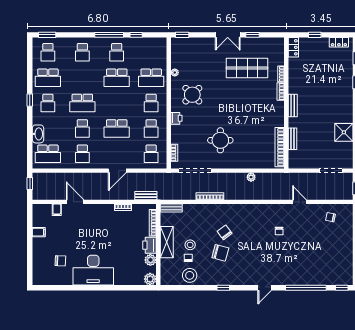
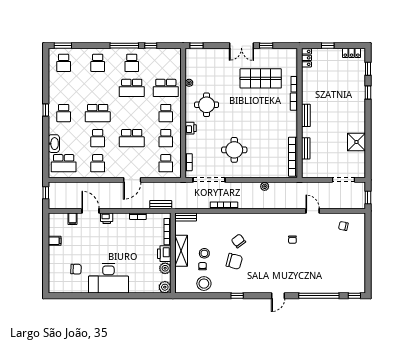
school desk: (48, 78) -> (64, 88), removed
round table: (192, 95) -> (207, 105), turned 45
printer: (91, 209) -> (107, 218), added

